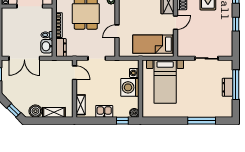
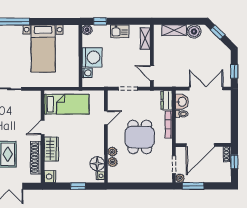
bed with nightstands: (165, 82) -> (43, 48), moved, turned 180

